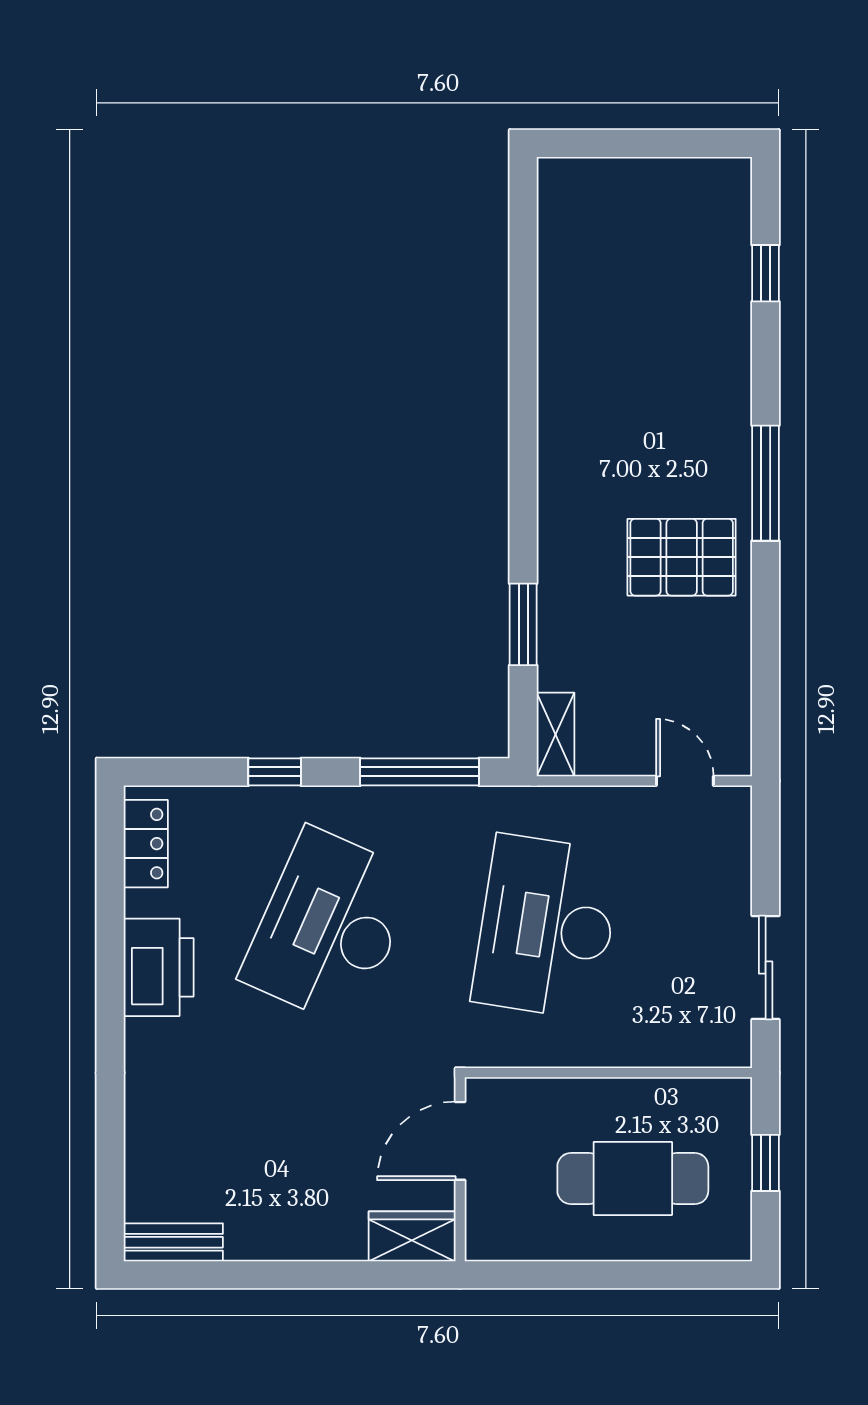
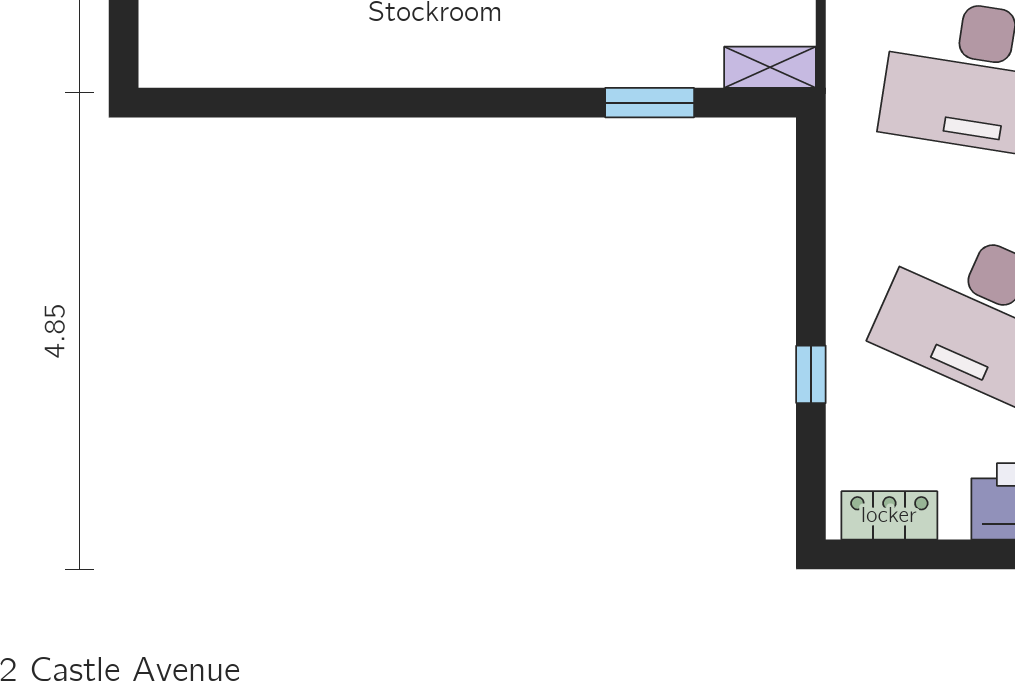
window: (420, 772) -> (811, 216), removed

